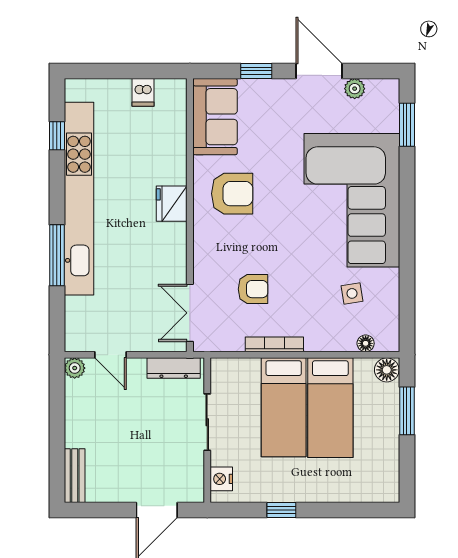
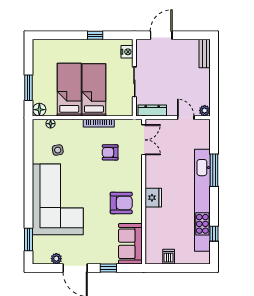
armchair: (232, 194) -> (121, 203), turned 180

